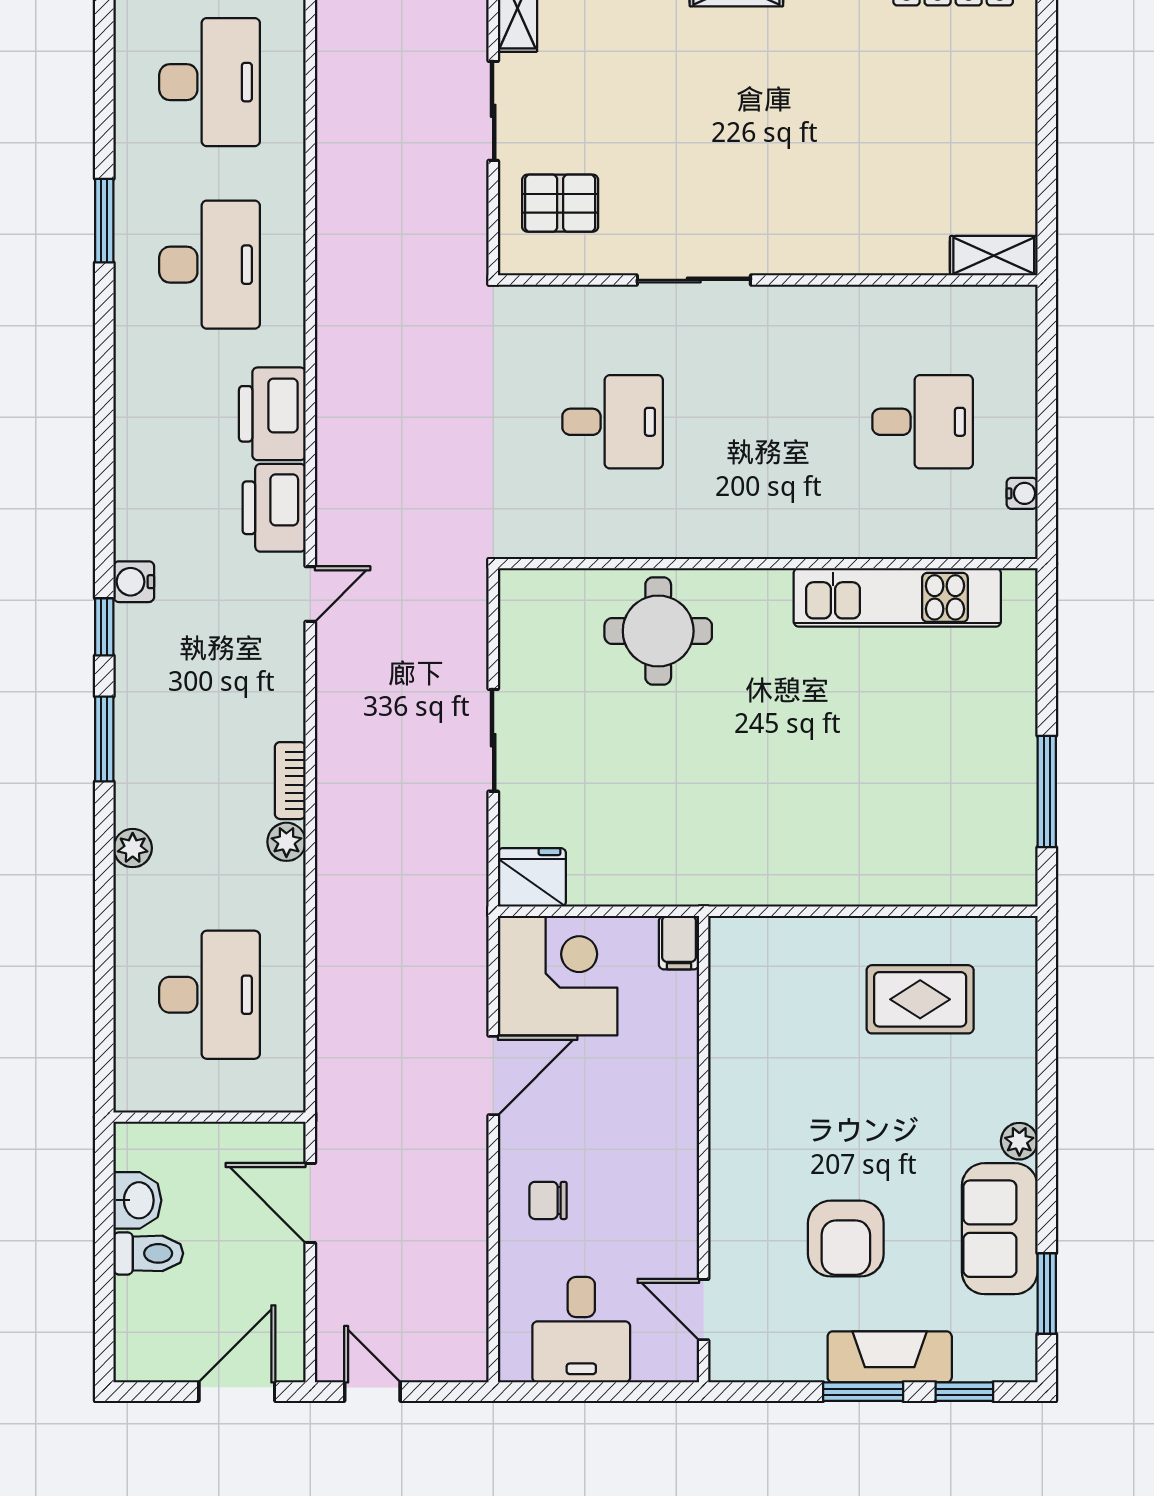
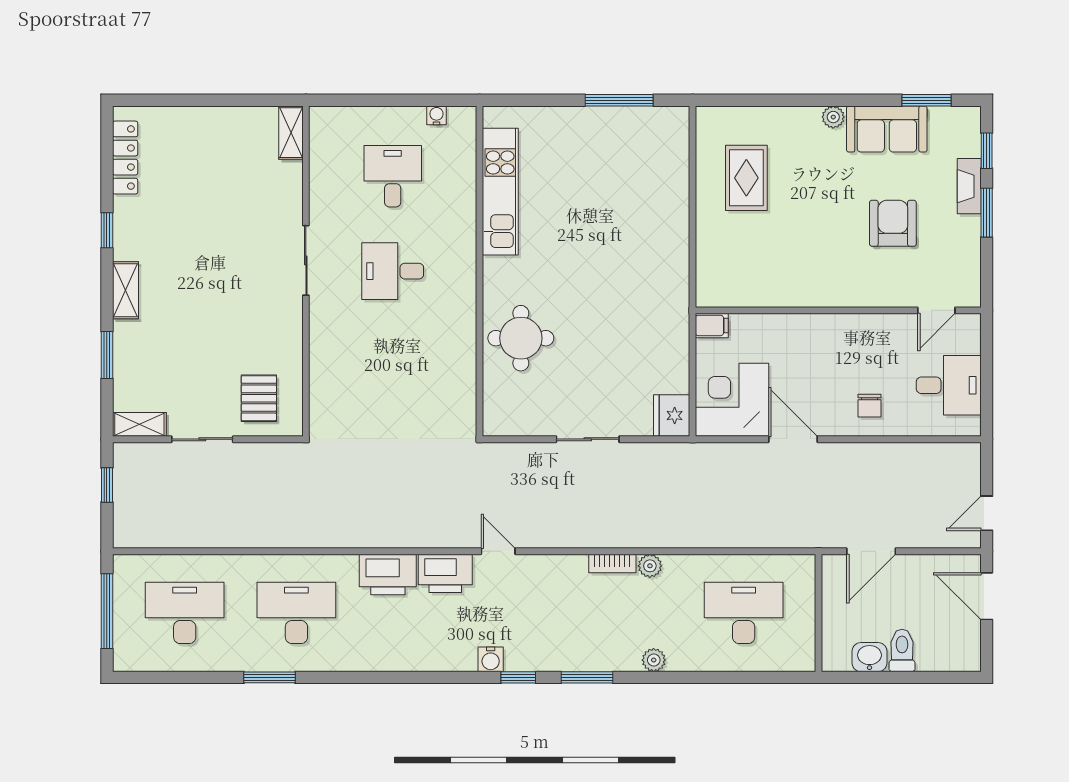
sliding door: (694, 280) -> (306, 260), moved
desk: (613, 422) -> (393, 271), moved, turned -90
armchair: (846, 1239) -> (893, 223), turned -90
fireplace: (890, 1357) -> (969, 186), width x0.73, depth x0.76

